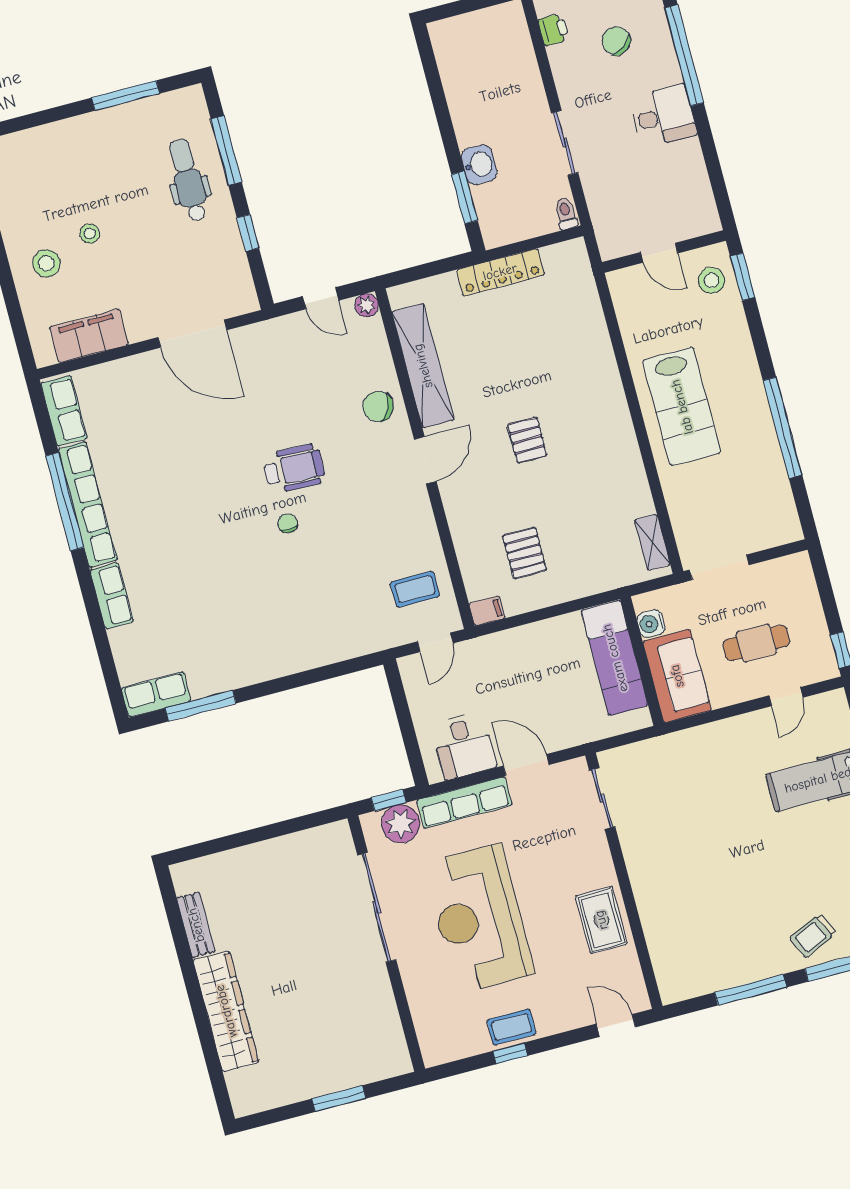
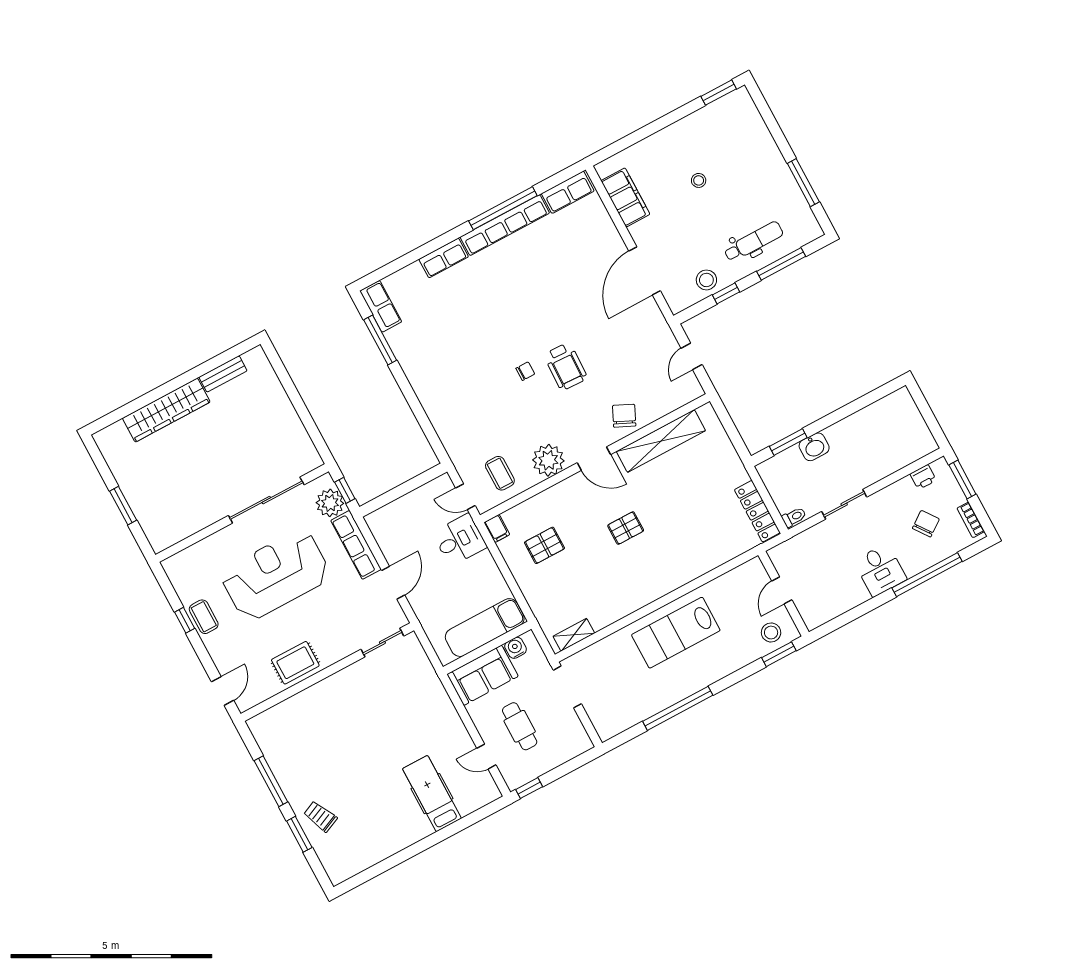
stool: (46, 263) -> (706, 280), moved
locker: (500, 272) -> (757, 511), moved
plant: (367, 305) -> (548, 460), moved, width x1.87, depth x1.87
desk: (464, 746) -> (460, 540), moved, turned 180

